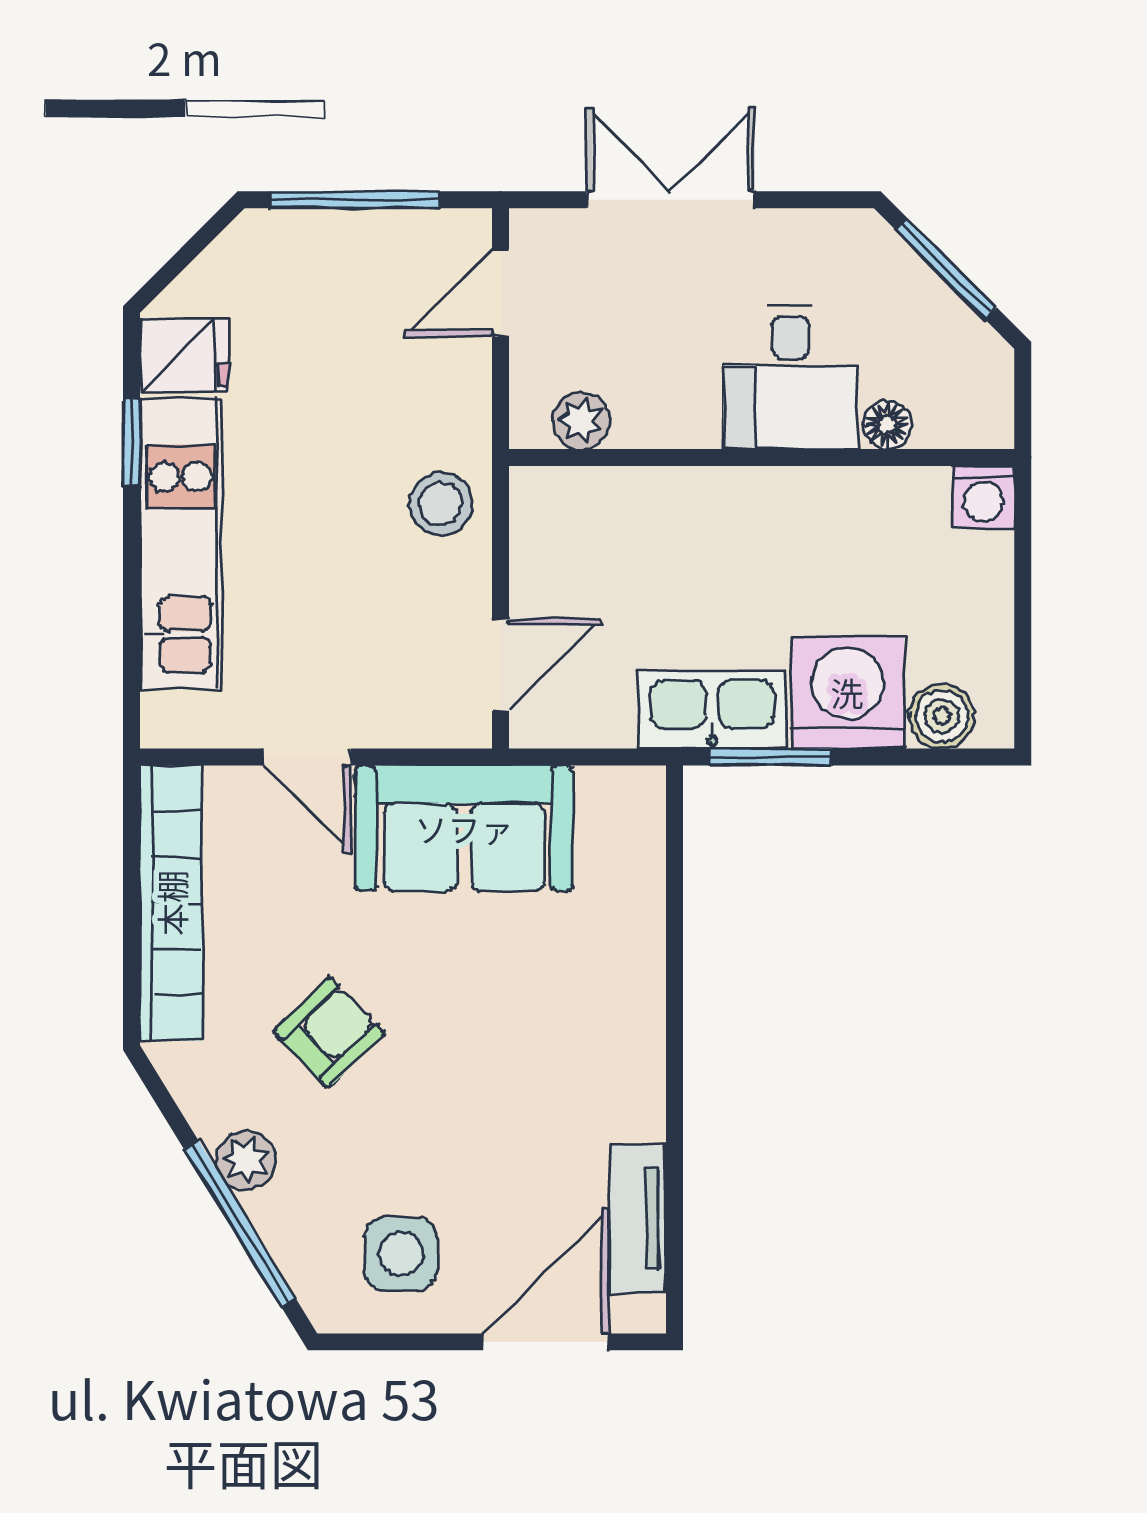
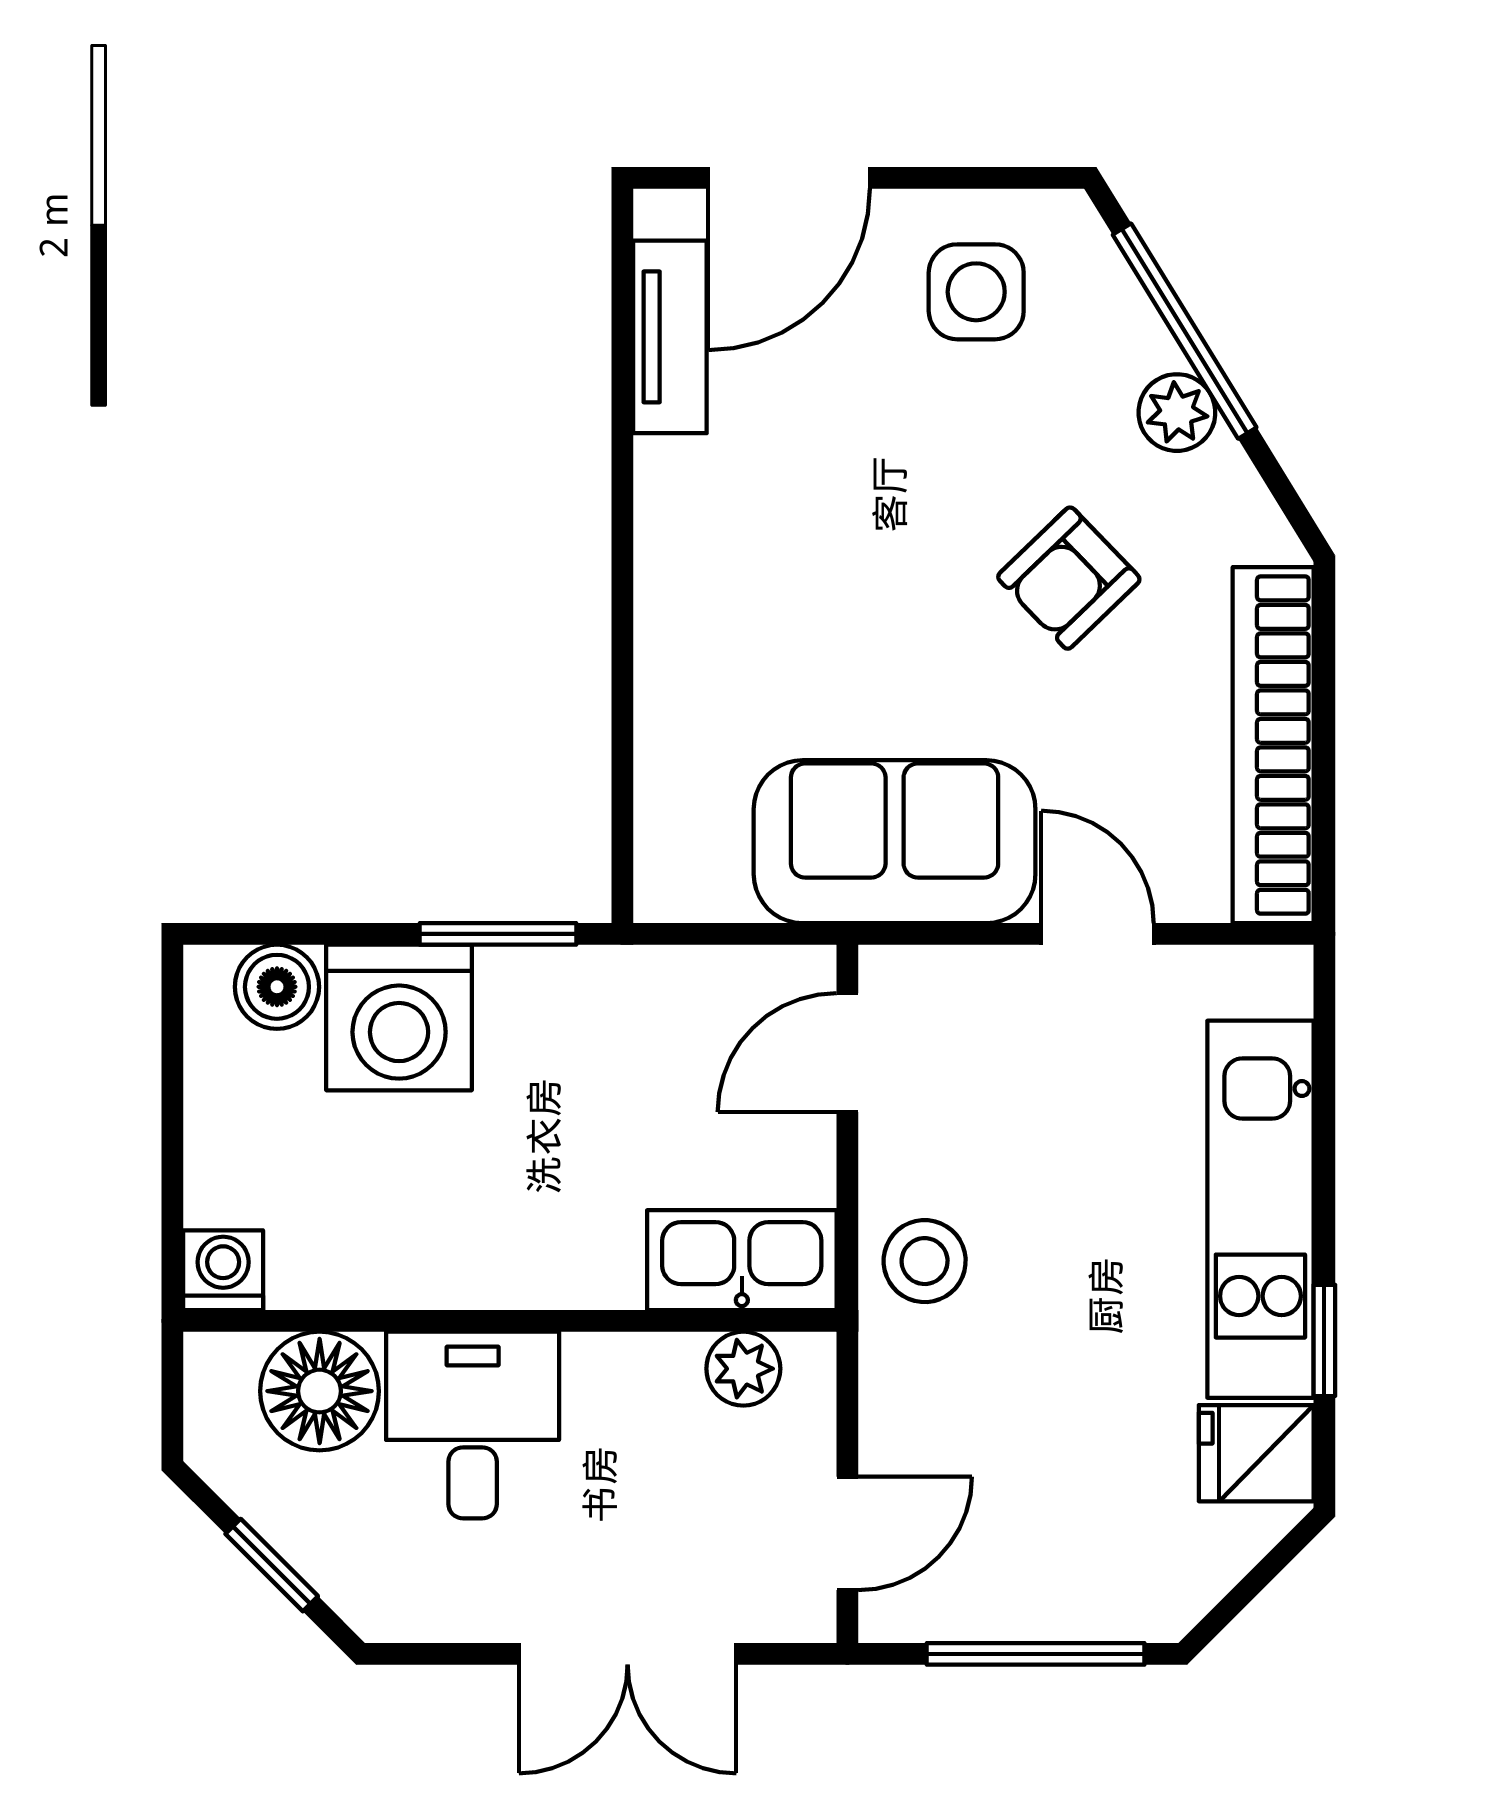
window: (946, 269) -> (272, 1565), width x0.67
floor lamp: (887, 425) -> (320, 1391), width x1.89, depth x1.89
kitchen sink: (712, 710) -> (742, 1260), moved, turned 180

